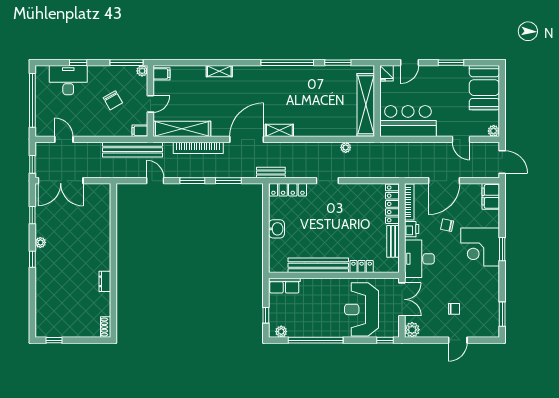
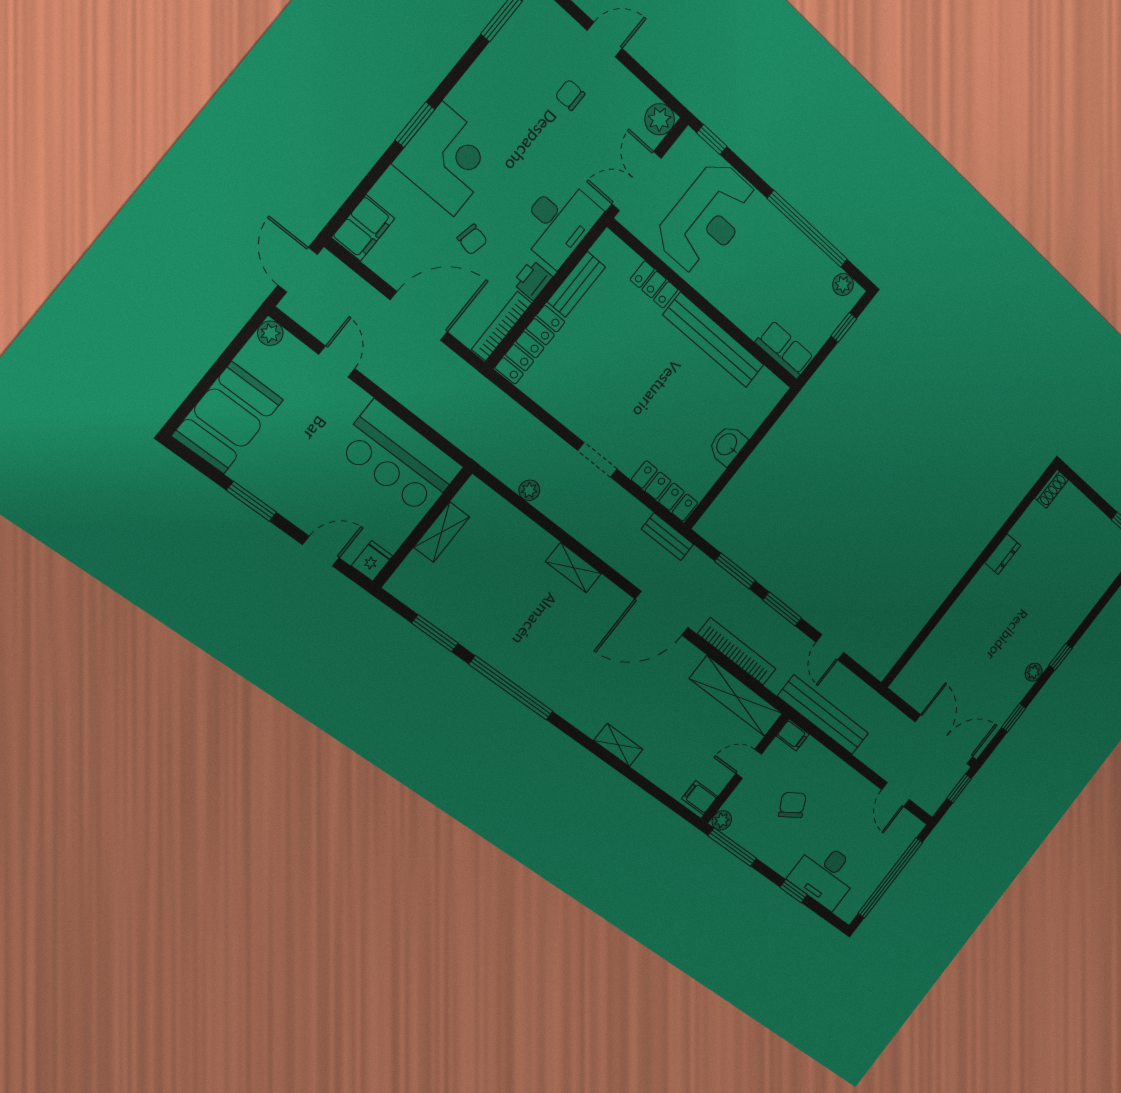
shelving: (366, 105) -> (442, 532), width x0.45, depth x0.75
shelving: (279, 130) -> (574, 568), moved

